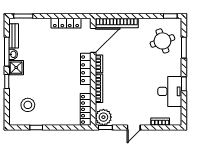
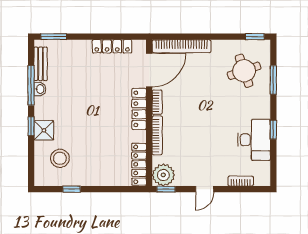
shower: (16, 68) -> (44, 130), moved

